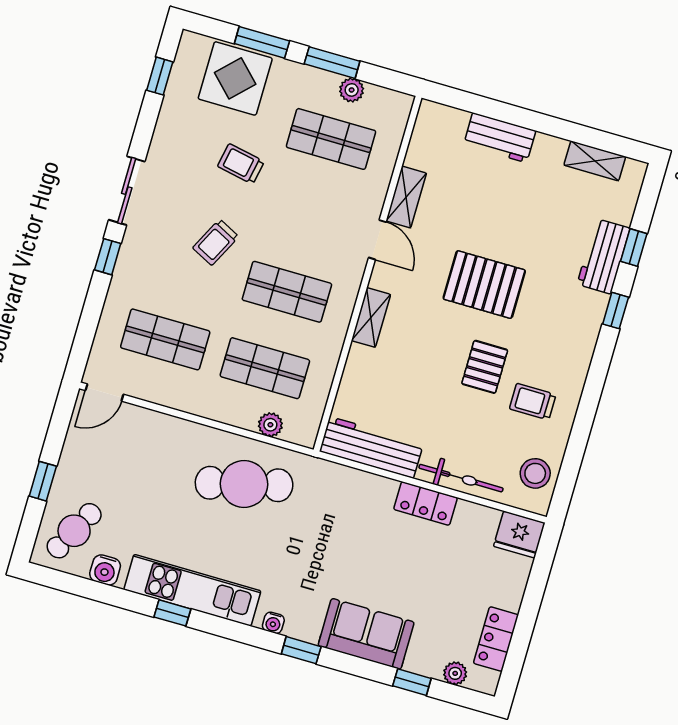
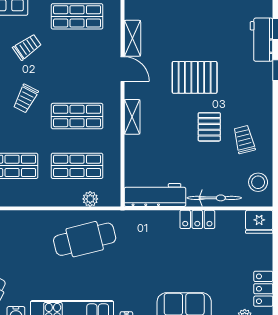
trolley: (241, 164) -> (27, 47), turned 134
trolley: (533, 402) -> (244, 139), turned 76

